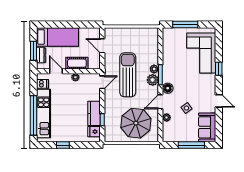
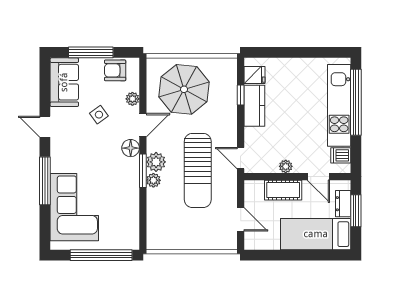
window: (185, 24) -> (101, 255), width x1.46
window: (219, 69) -> (45, 181), width x2.17
door: (102, 82) -> (241, 158), hinge flipped
armchair: (177, 134) -> (115, 70), added
window: (63, 145) -> (307, 52), removed

